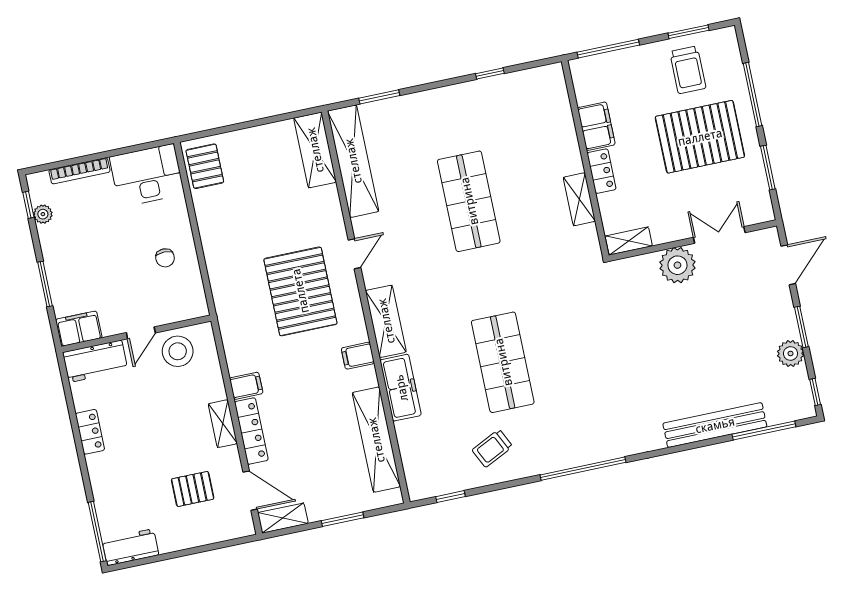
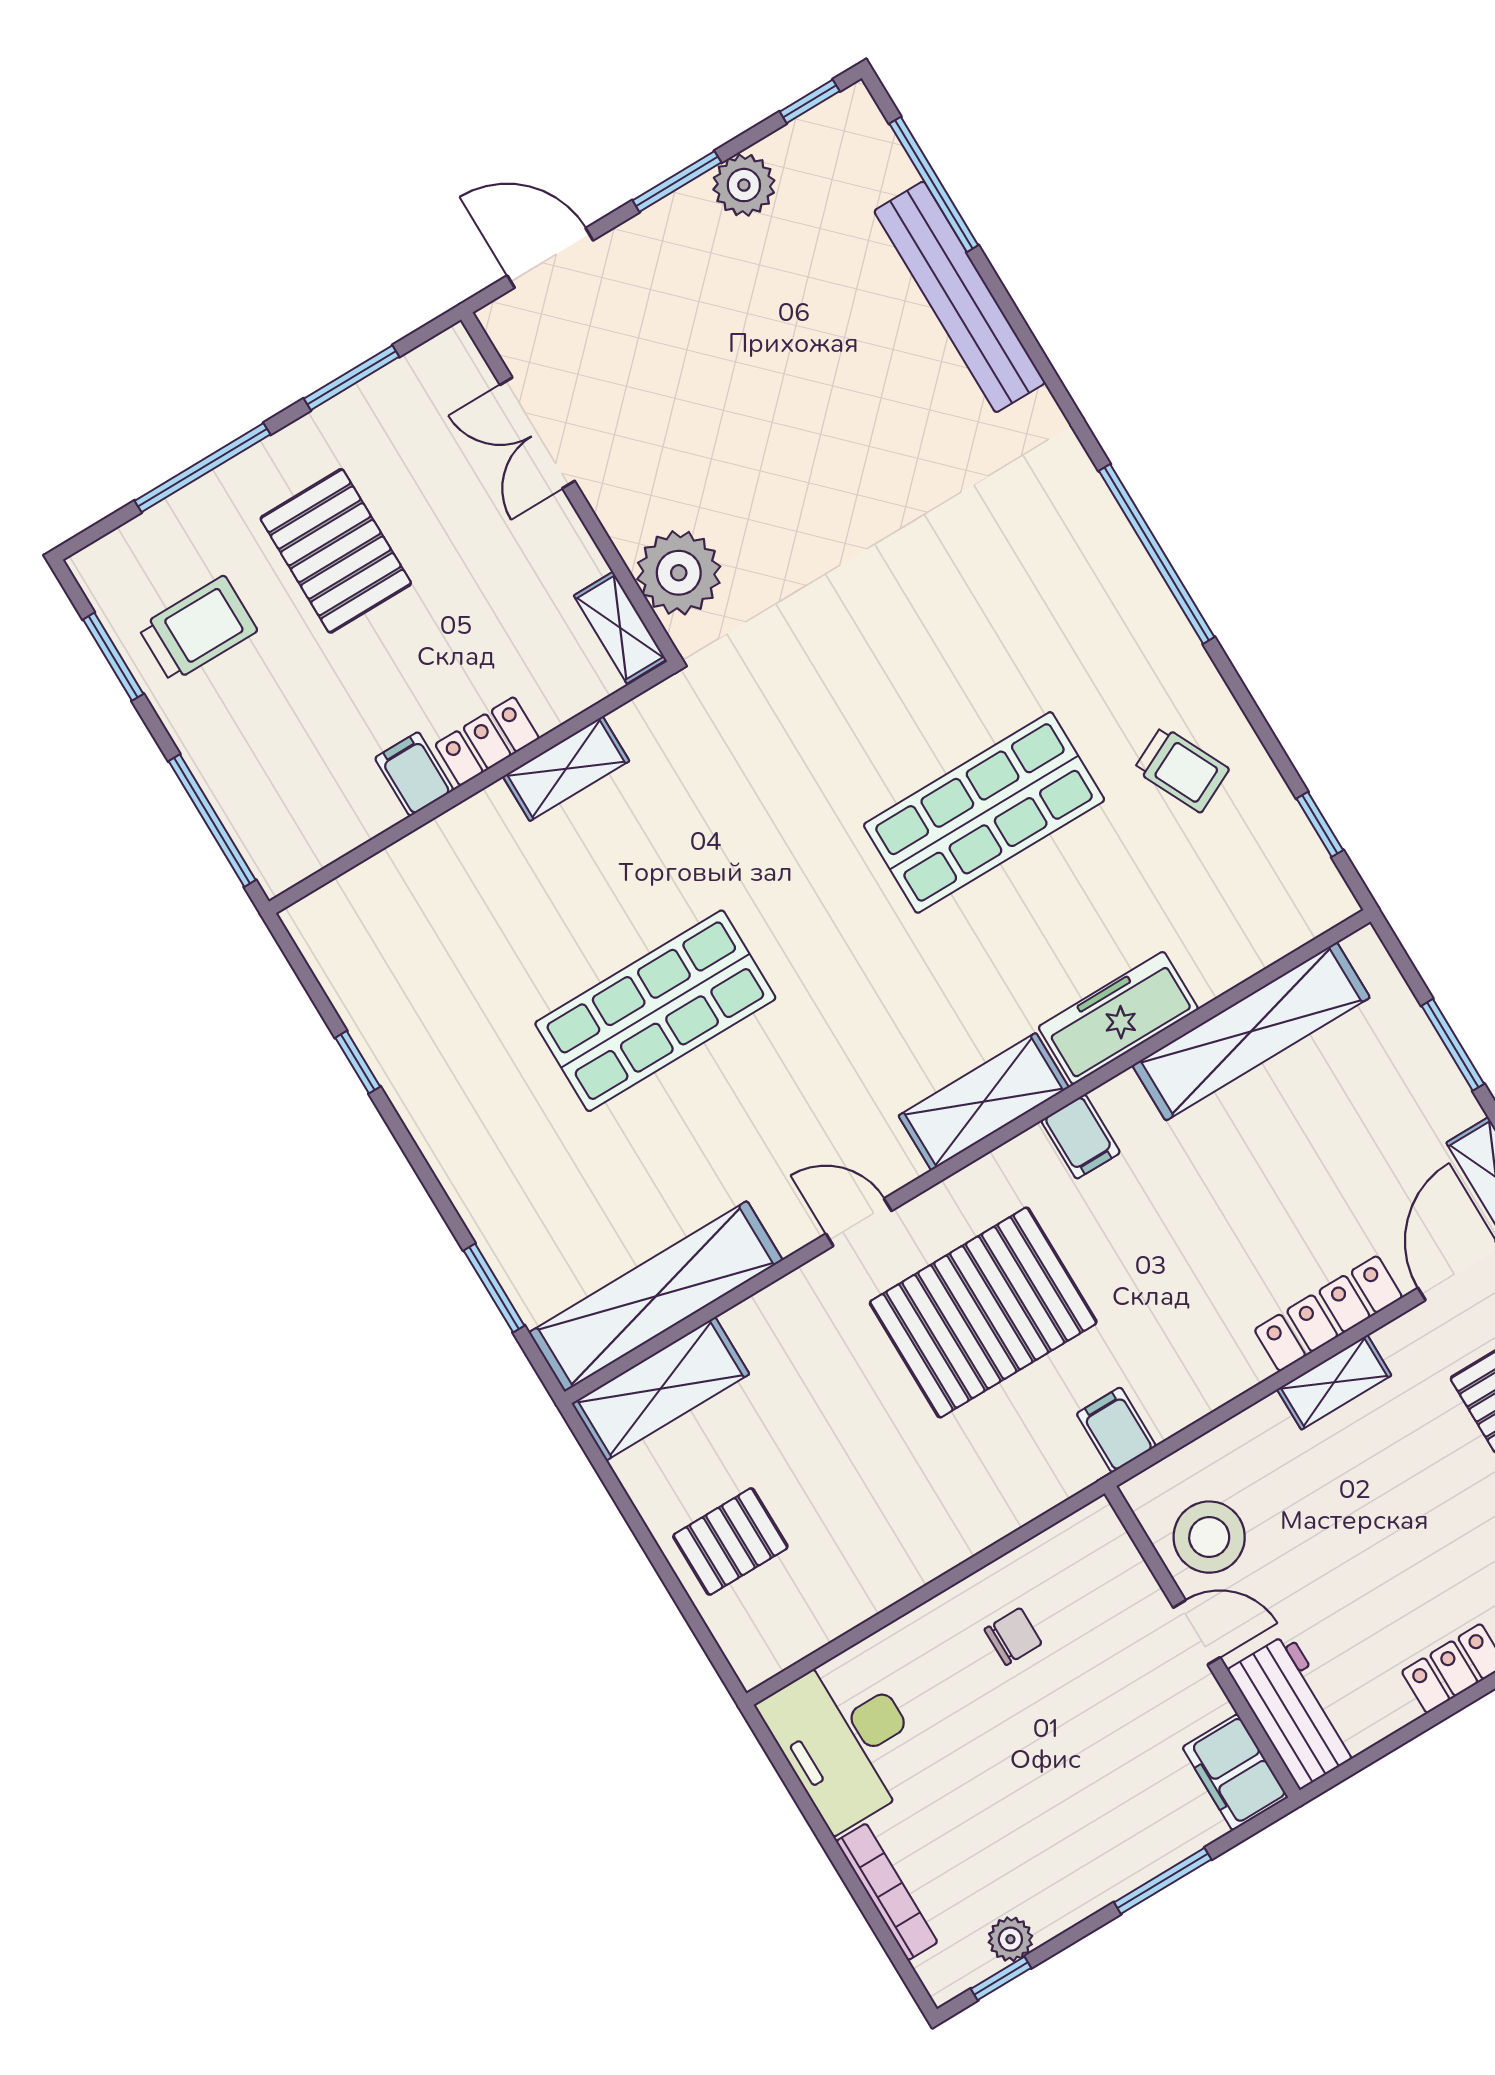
filing cabinet: (596, 126) -> (414, 774), width x0.50
pallet: (700, 137) -> (336, 551), width x0.73, depth x0.71
pallet: (205, 166) -> (730, 1541), moved
plant: (677, 265) -> (679, 573), moved
filing cabinet: (246, 386) -> (1116, 1430), moved

